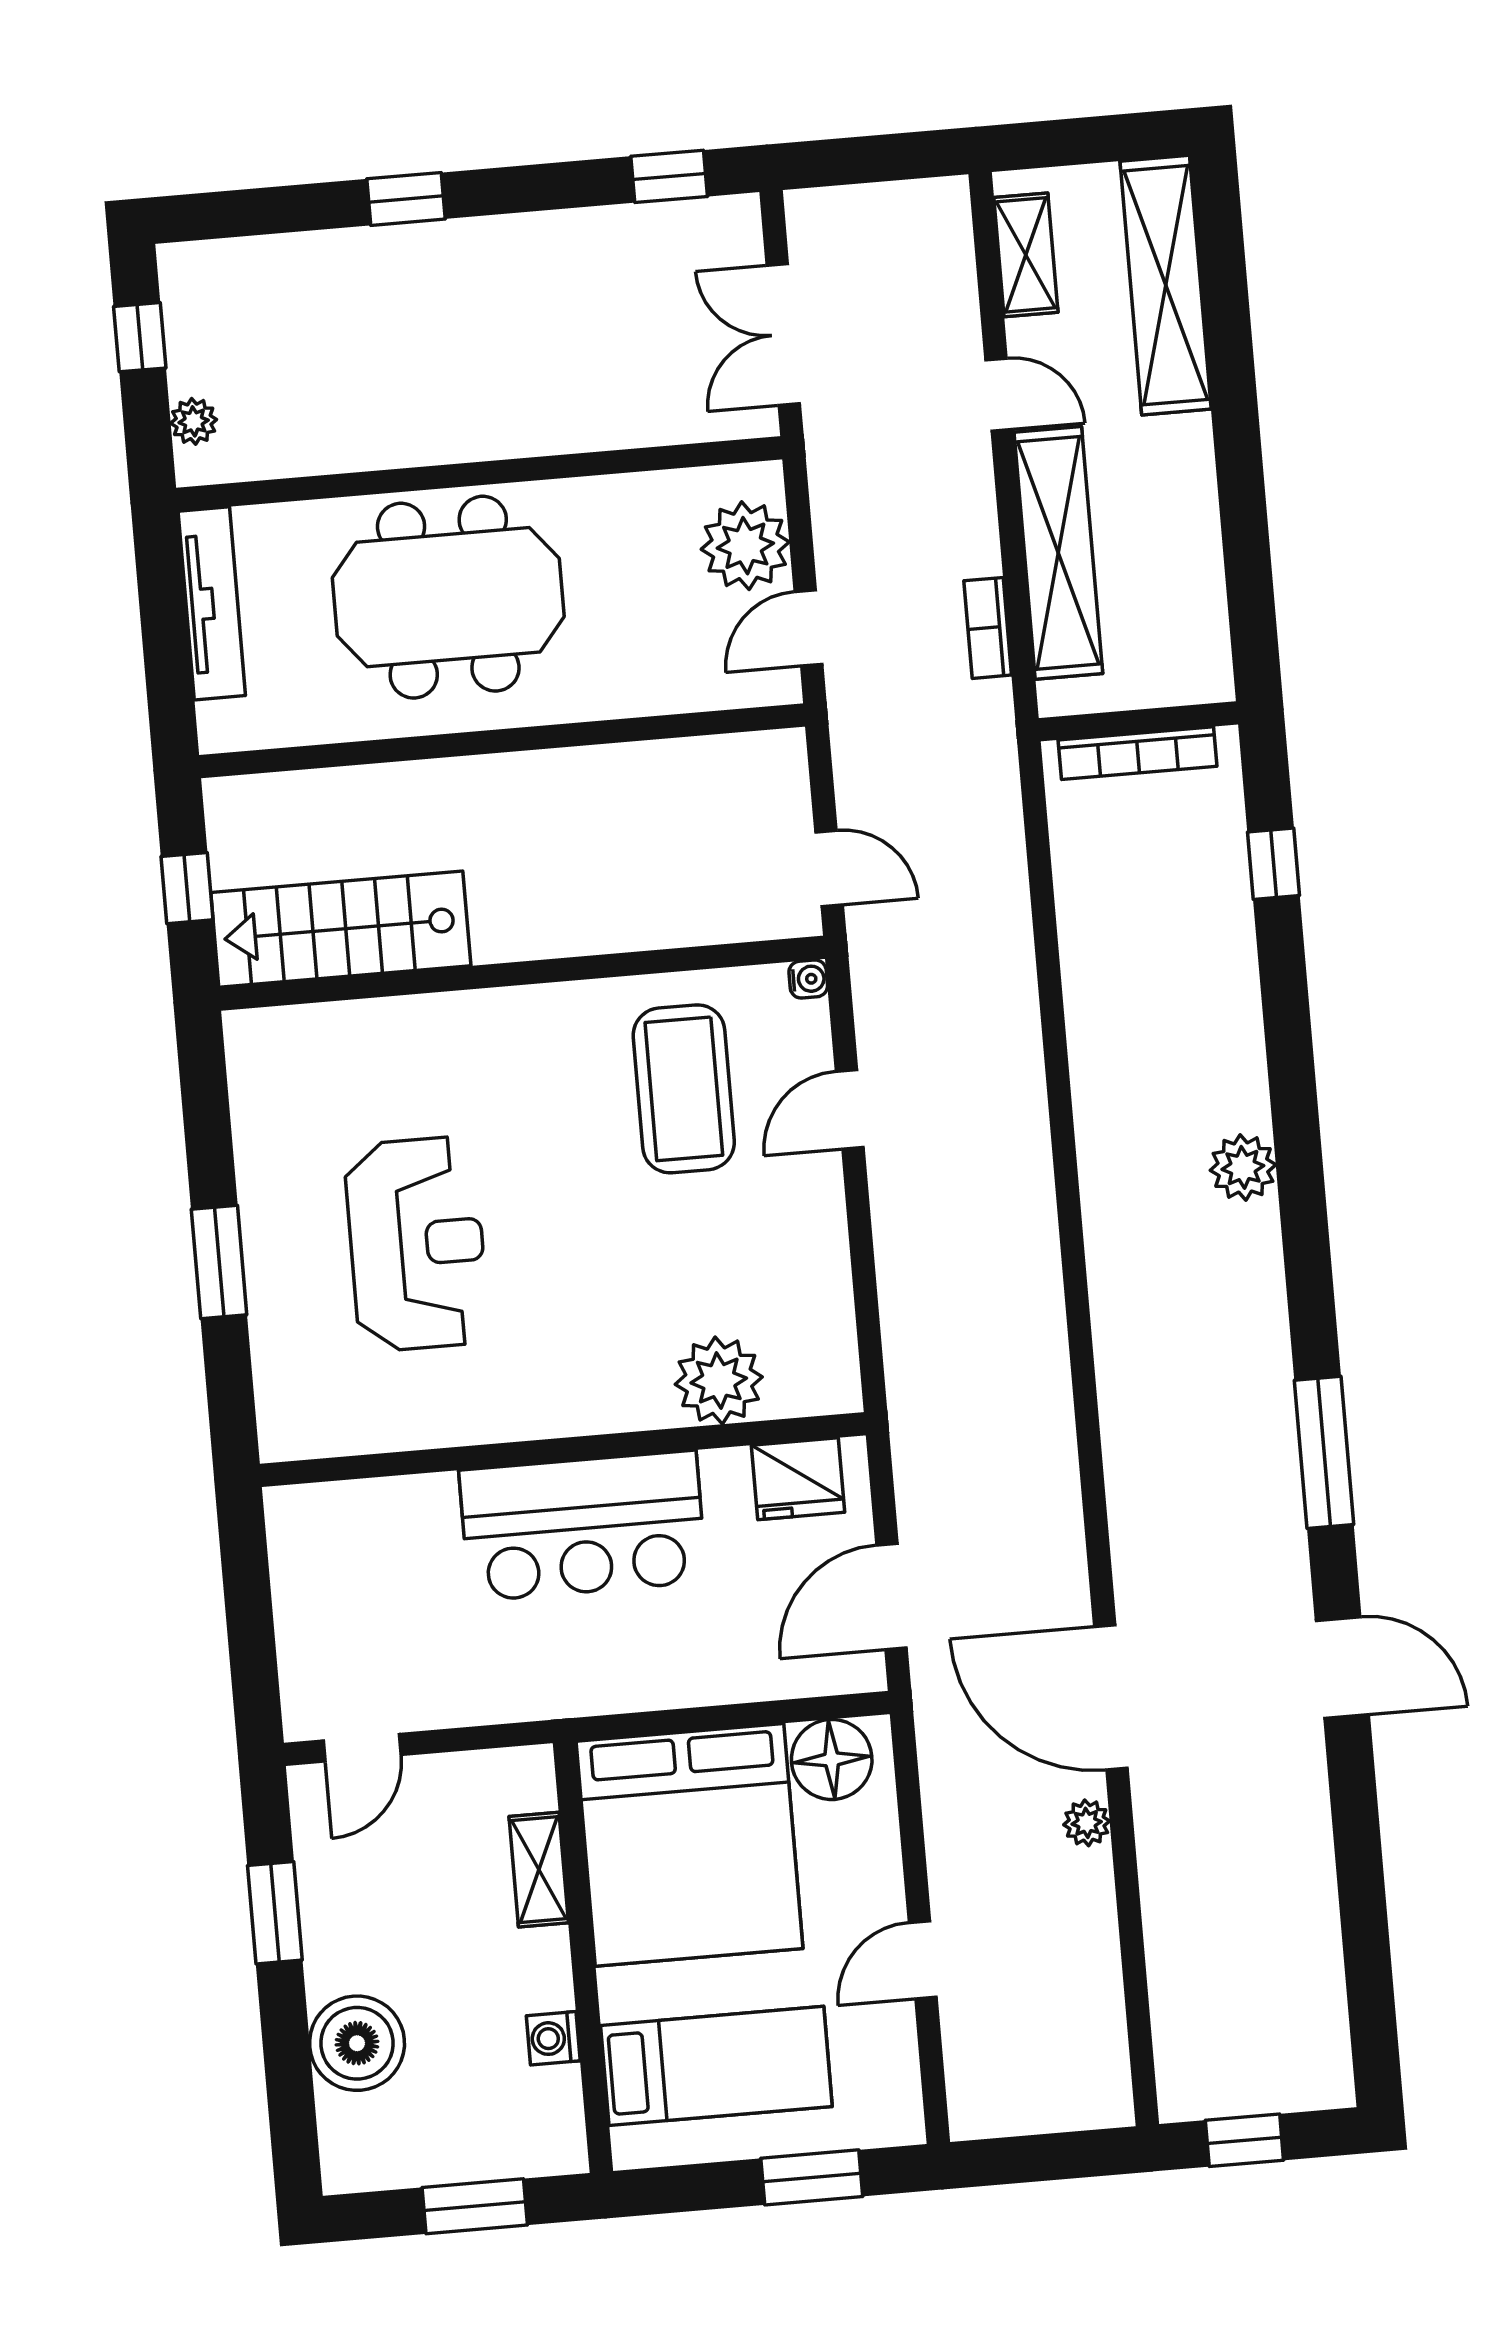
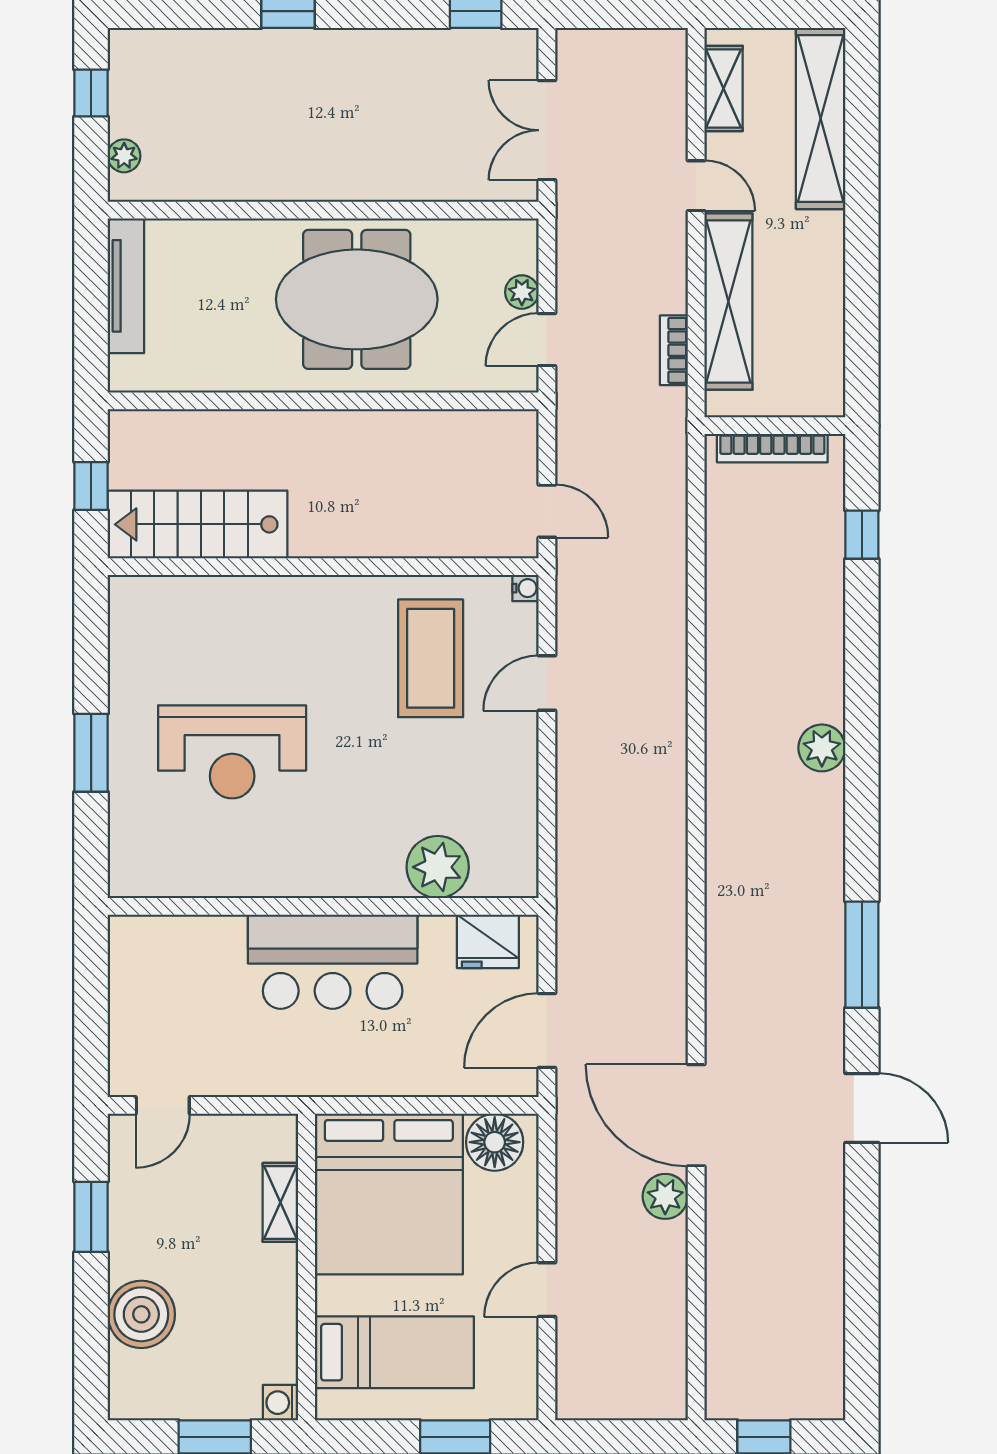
plant: (745, 546) -> (522, 292), width x0.53, depth x0.53
meeting table: (448, 597) -> (357, 299), moved
reception desk: (417, 1244) -> (232, 752), turned 90
plant: (1087, 1823) -> (665, 1196), width x1.38, depth x1.38
washing machine: (553, 2038) -> (281, 1403), moved

